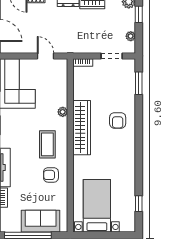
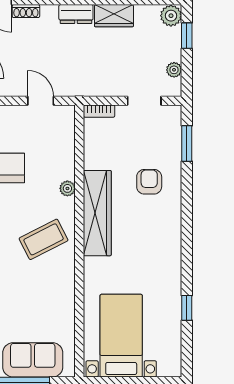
armchair: (118, 120) -> (149, 182), moved, turned 180
coffee table: (47, 144) -> (44, 239), turned 63
armchair: (51, 175) -> (49, 287), removed
window: (139, 204) -> (187, 308), moved

